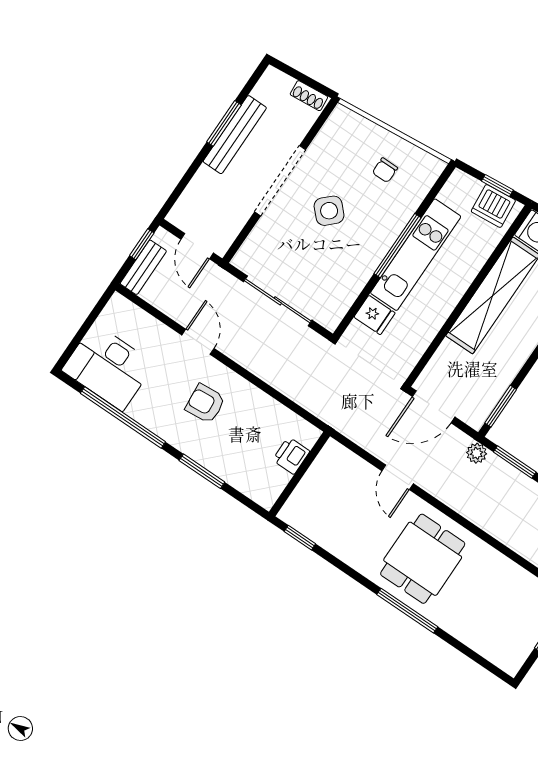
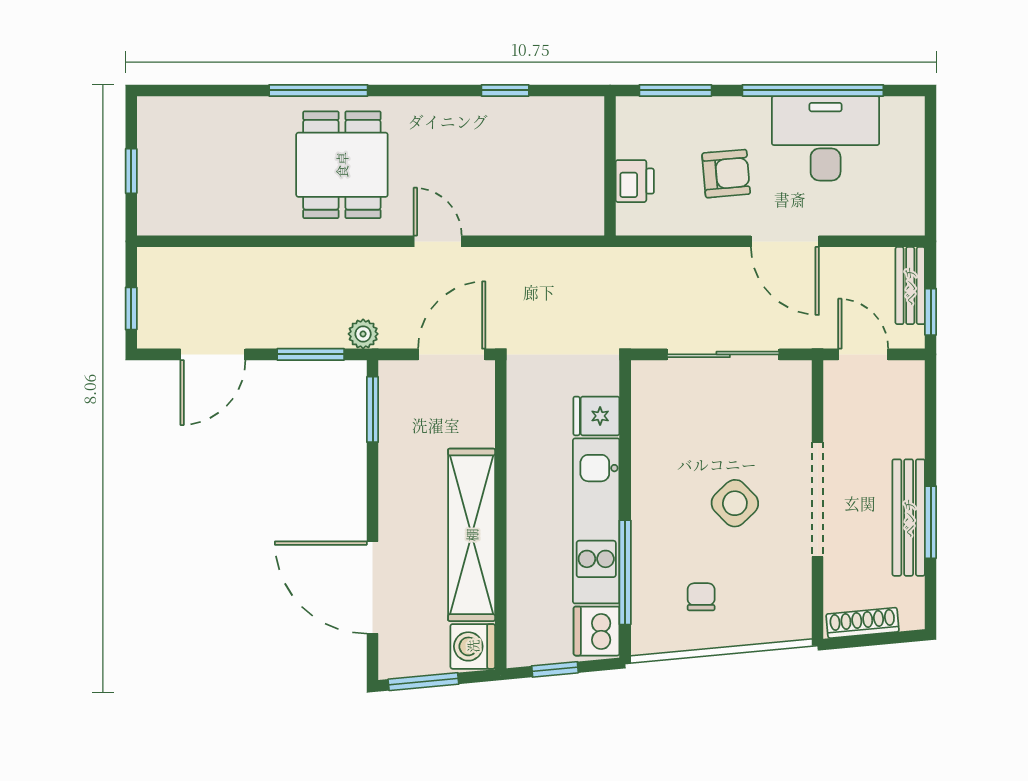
shoe rack: (309, 96) -> (863, 623), width x1.43
dishwasher: (493, 206) -> (597, 631), moved, turned -85
window: (397, 246) -> (625, 572), moved
door: (198, 342) -> (785, 241), width x1.38
desk: (108, 367) -> (826, 138), moved
printer: (291, 456) -> (635, 181), moved
wall: (299, 474) -> (610, 166), moved

